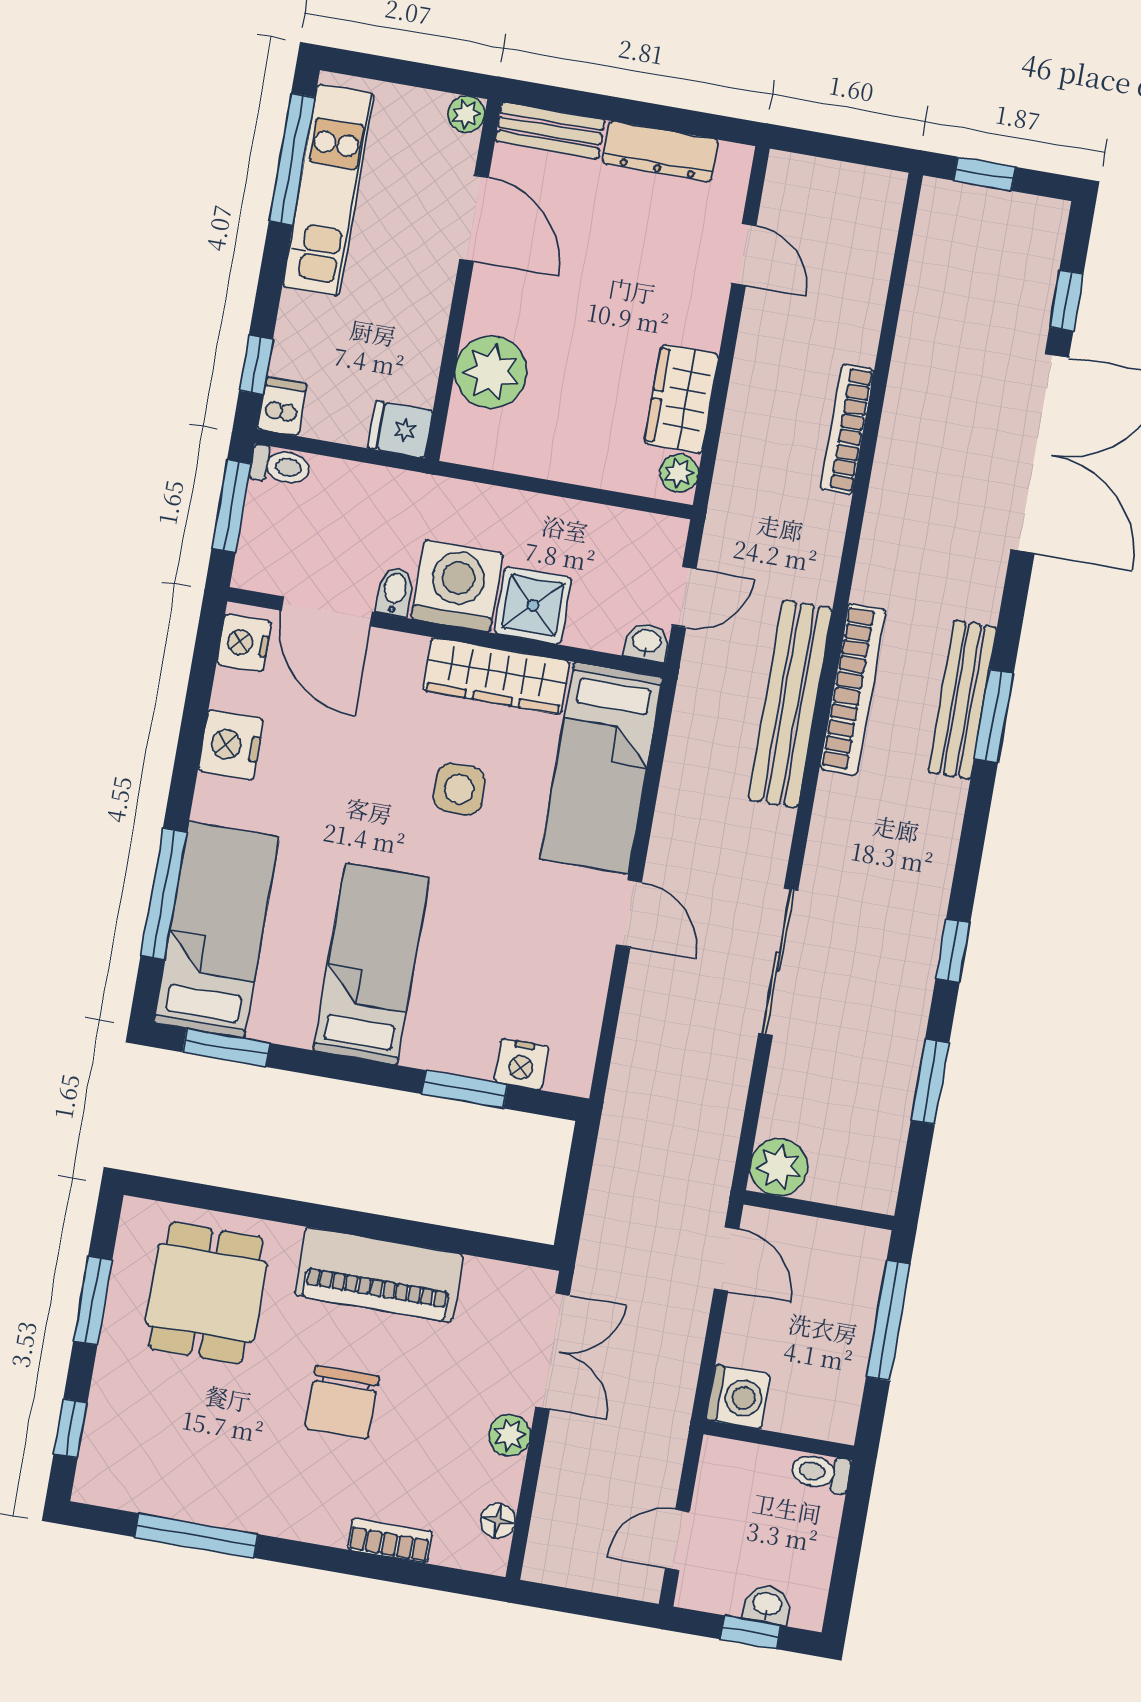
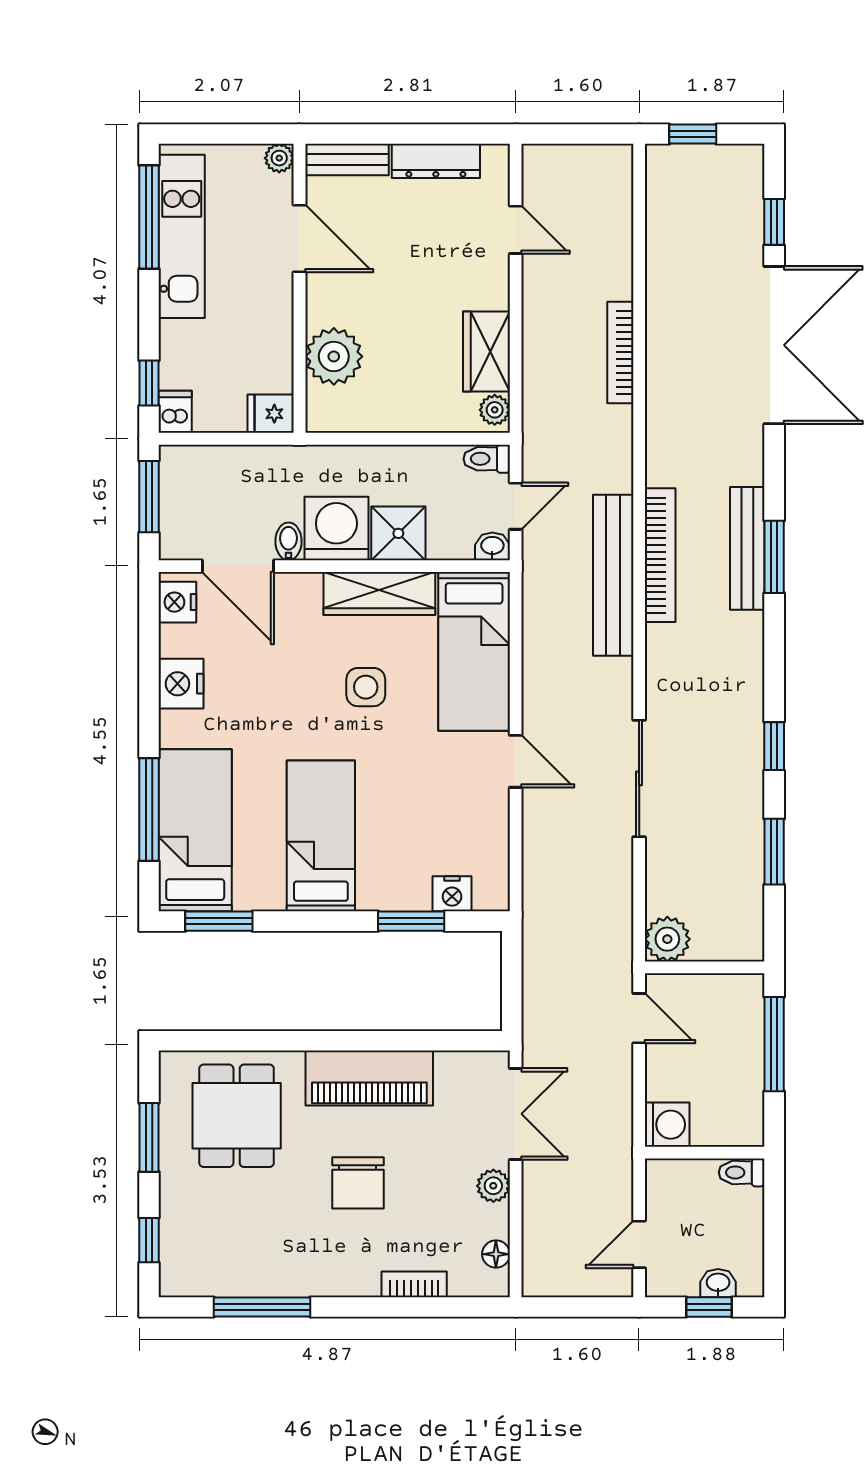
toilet: (280, 466) -> (487, 459), moved, turned 180

